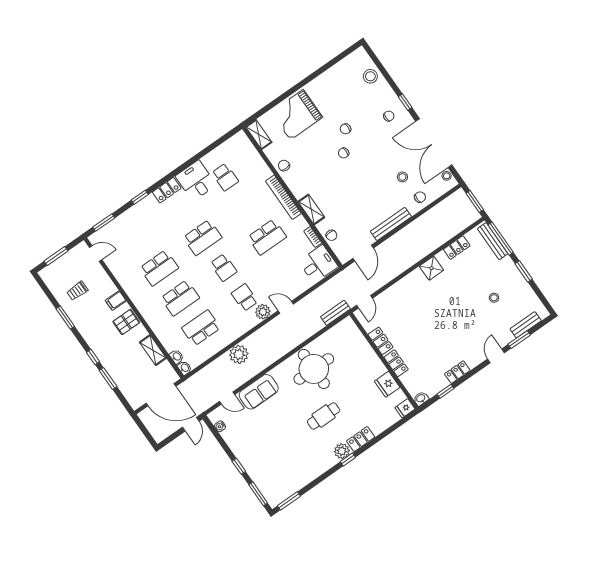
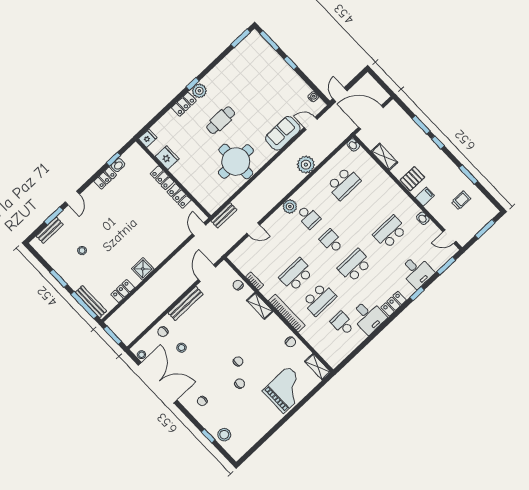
window: (405, 102) -> (208, 436), moved
desk: (318, 264) -> (417, 271), moved, turned -90
school desk: (180, 298) -> (319, 299), moved, turned 180
door: (286, 307) -> (253, 229), moved
washbasin: (177, 357) -> (423, 218), moved
washbasin: (421, 399) -> (118, 165), moved

